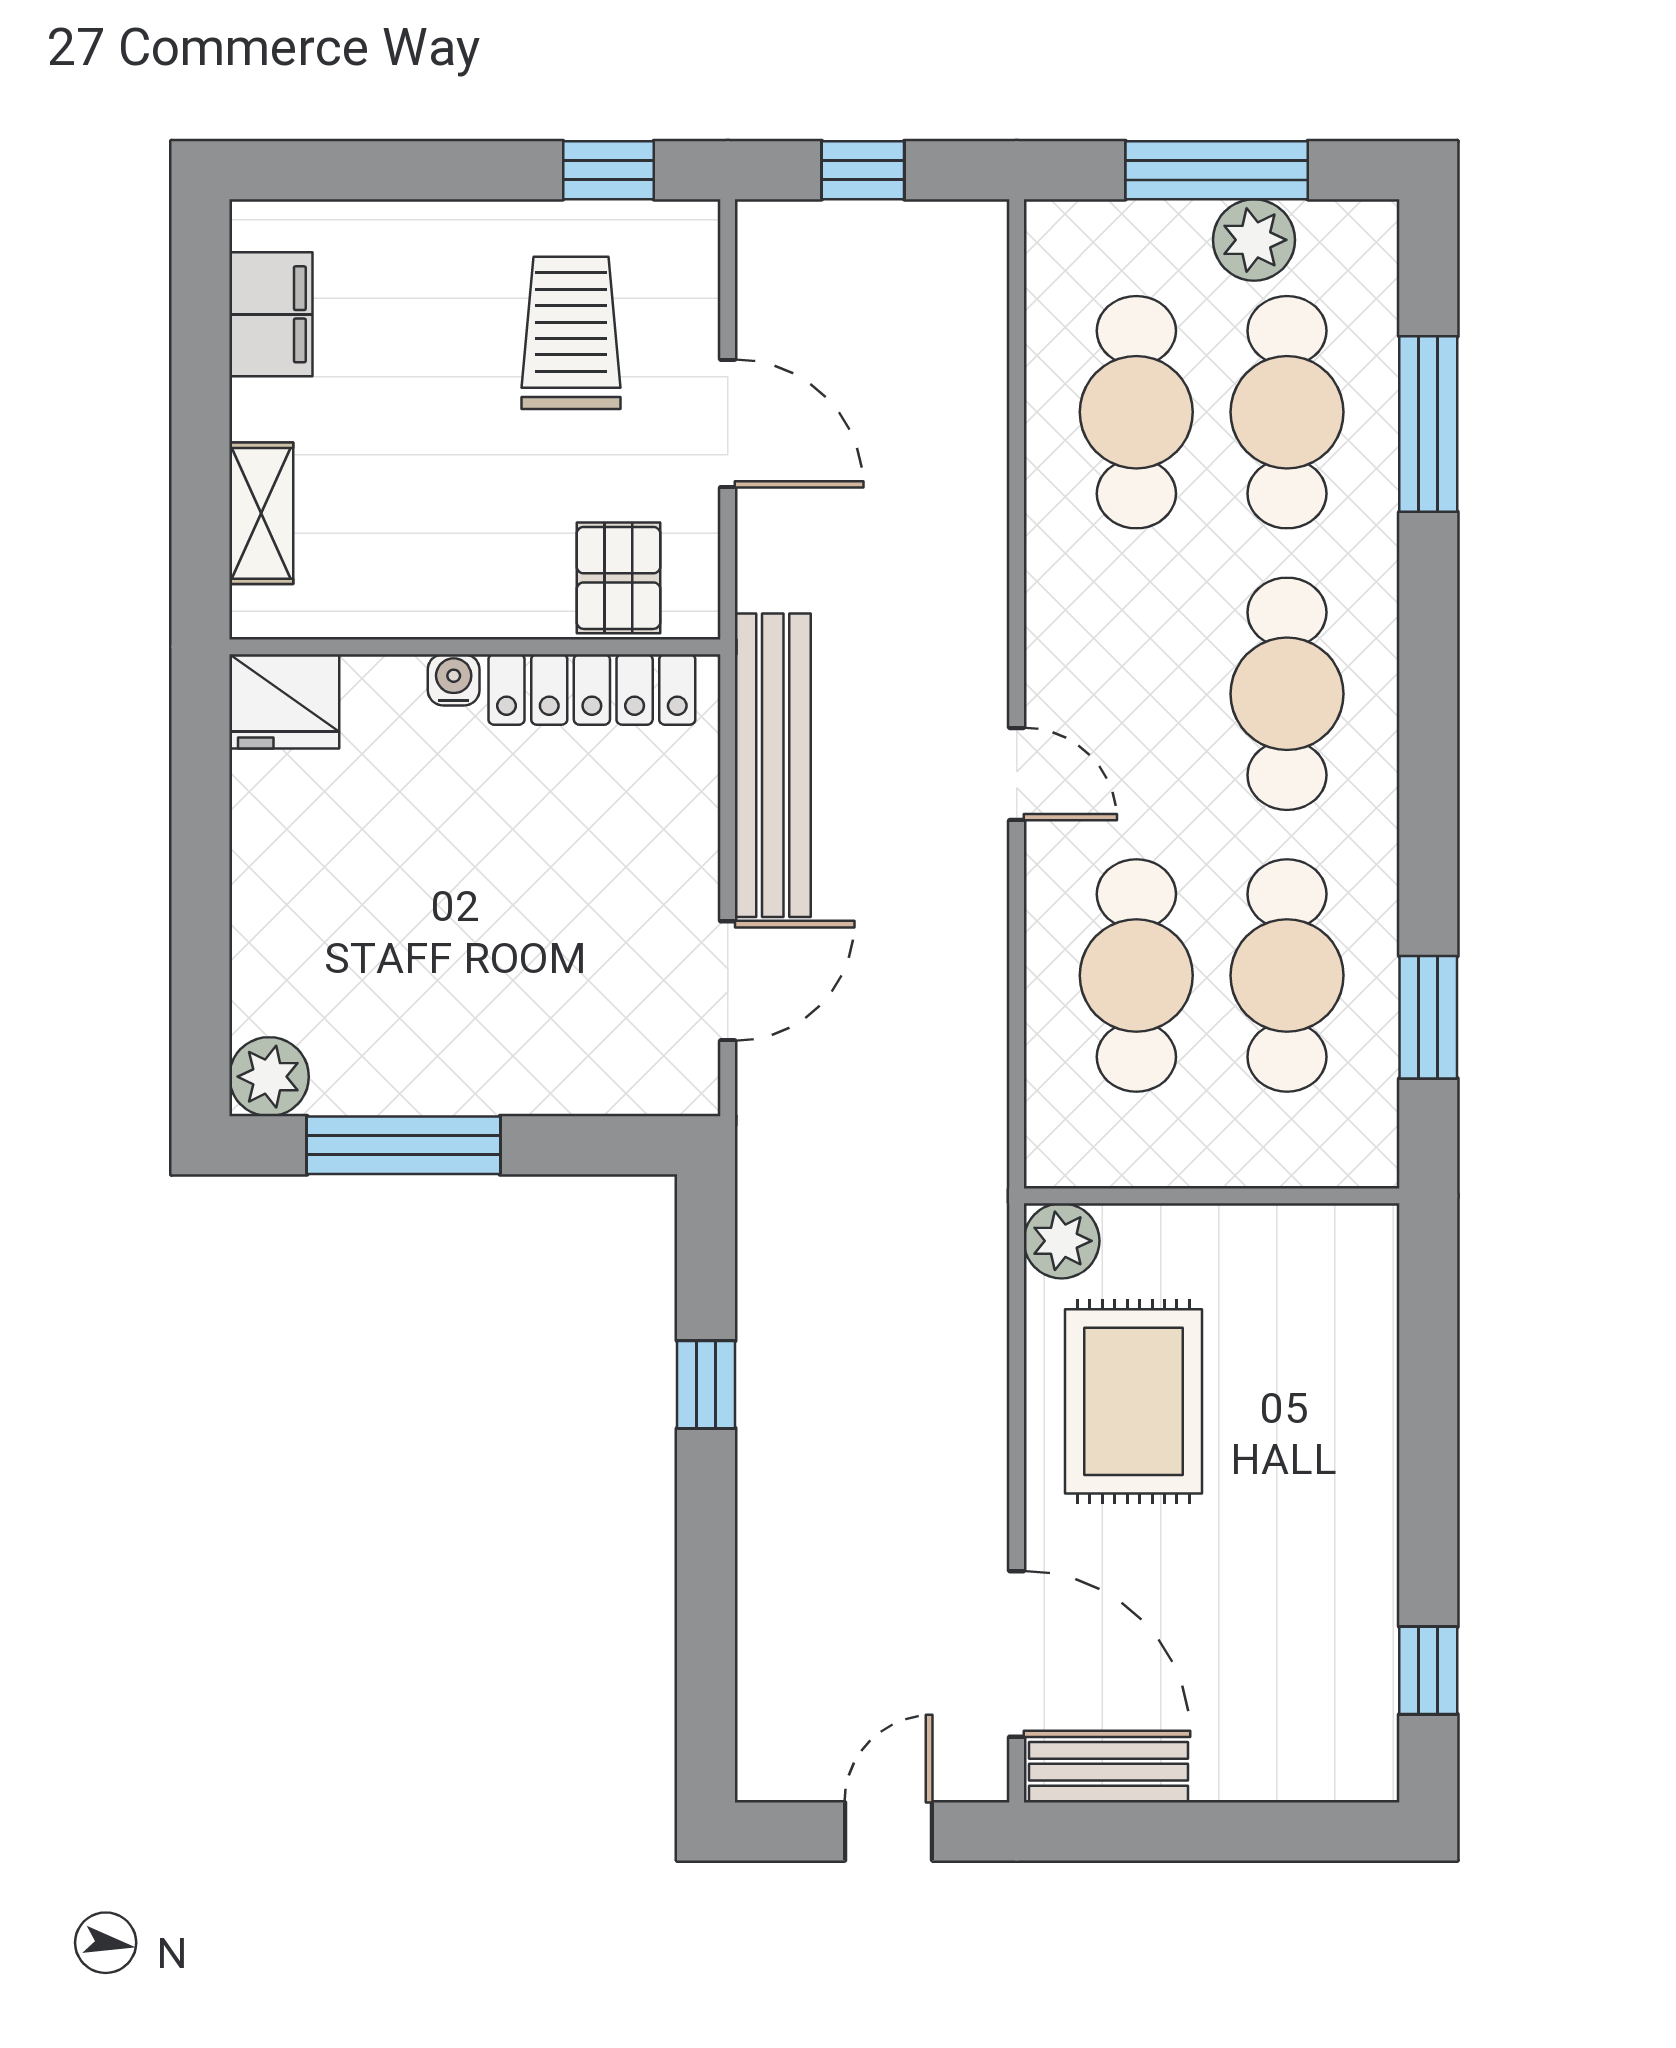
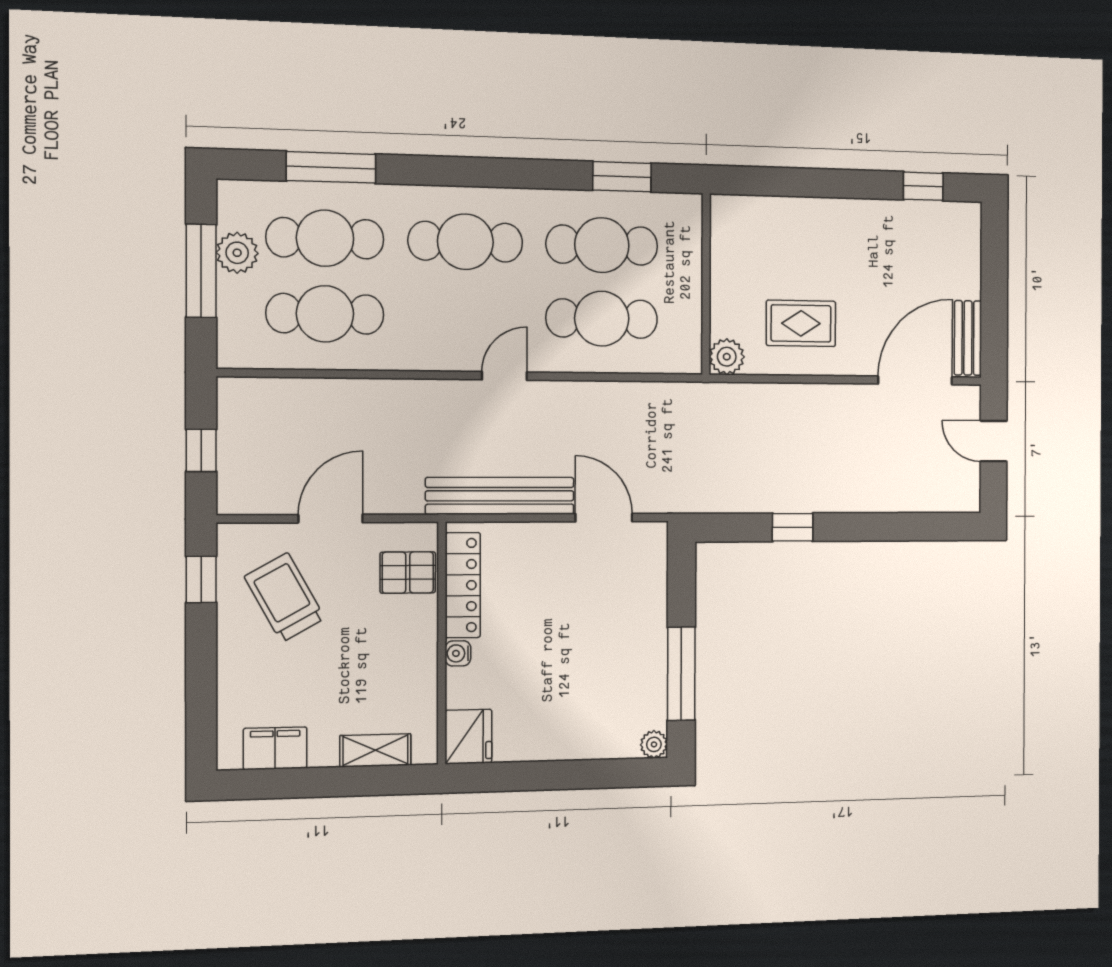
trolley: (571, 333) -> (285, 597), turned 61
plant: (269, 1077) -> (654, 744), width x0.73, depth x0.73
rug: (1133, 1401) -> (801, 323), width x0.73, depth x0.70

